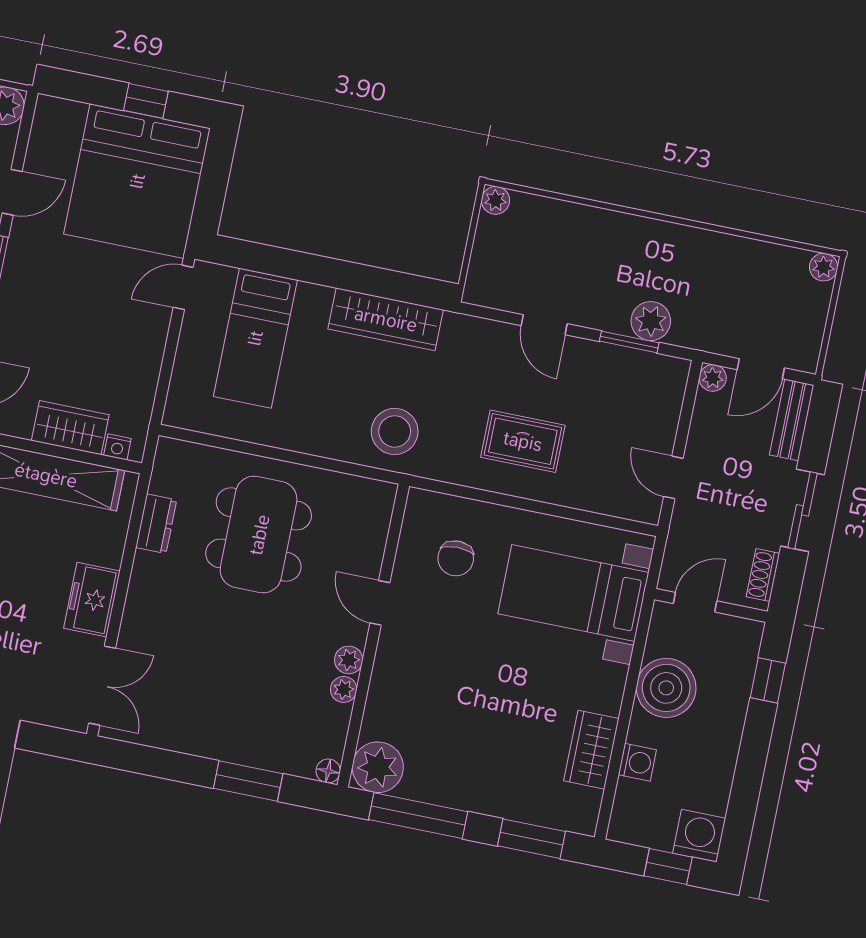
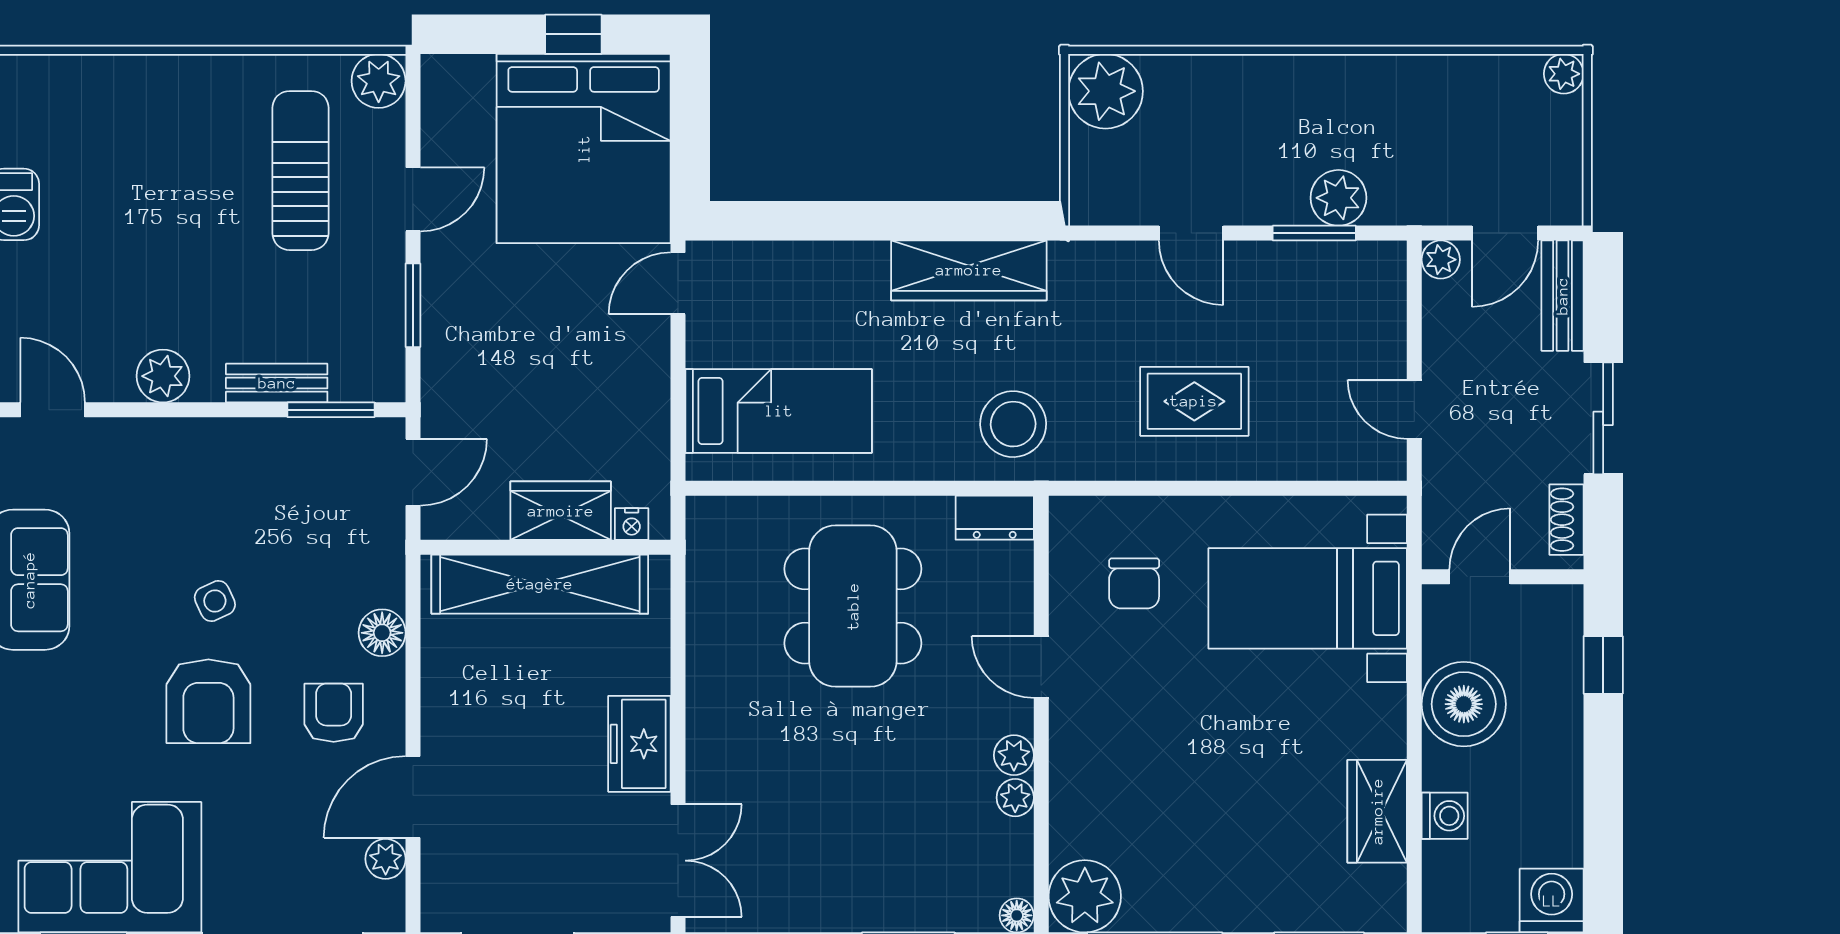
plant: (495, 200) -> (1106, 91), width x1.87, depth x1.87
bed: (255, 338) -> (779, 411), moved, turned -90
dresser: (156, 524) -> (995, 518), moved, turned 90

